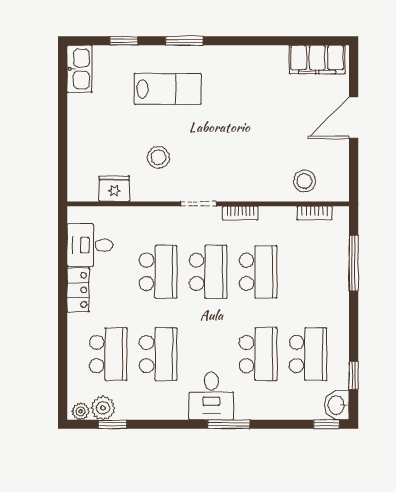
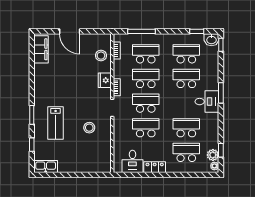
lab bench: (168, 89) -> (56, 123), turned 180
fridge: (114, 189) -> (105, 80), moved
school desk: (308, 272) -> (146, 54), added

